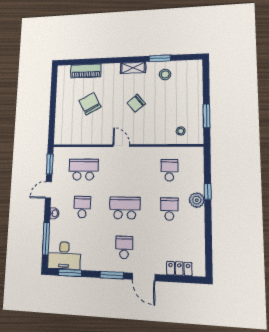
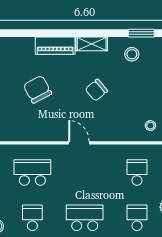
window: (160, 58) -> (141, 33), moved
piano: (86, 71) -> (55, 46), moved

